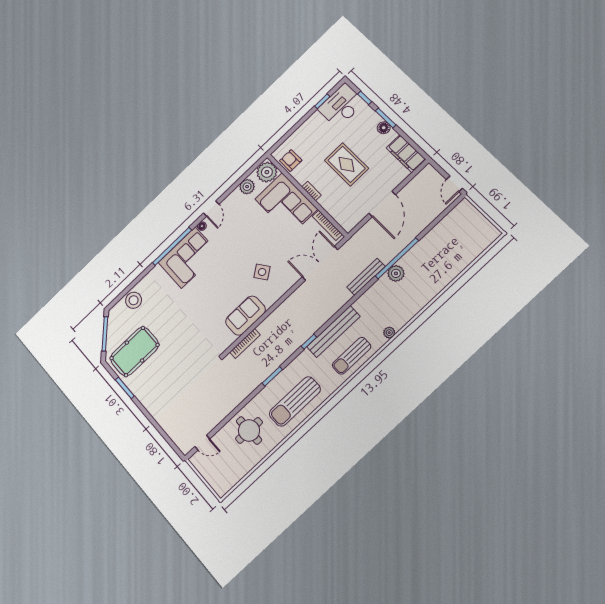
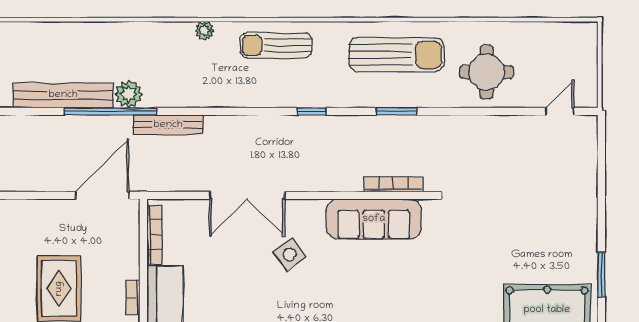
door: (382, 204) -> (102, 195), moved
double door: (320, 263) -> (247, 195), moved
sofa: (245, 316) -> (374, 219), width x1.36
bench: (333, 332) -> (63, 95), moved
sun lounger: (352, 356) -> (276, 45), turned 180
door: (202, 443) -> (560, 111), hinge flipped

